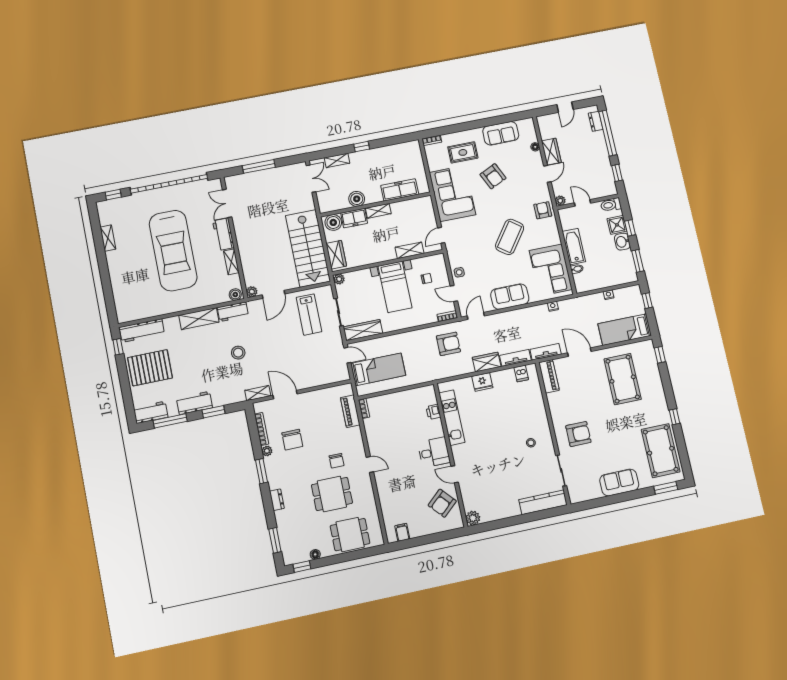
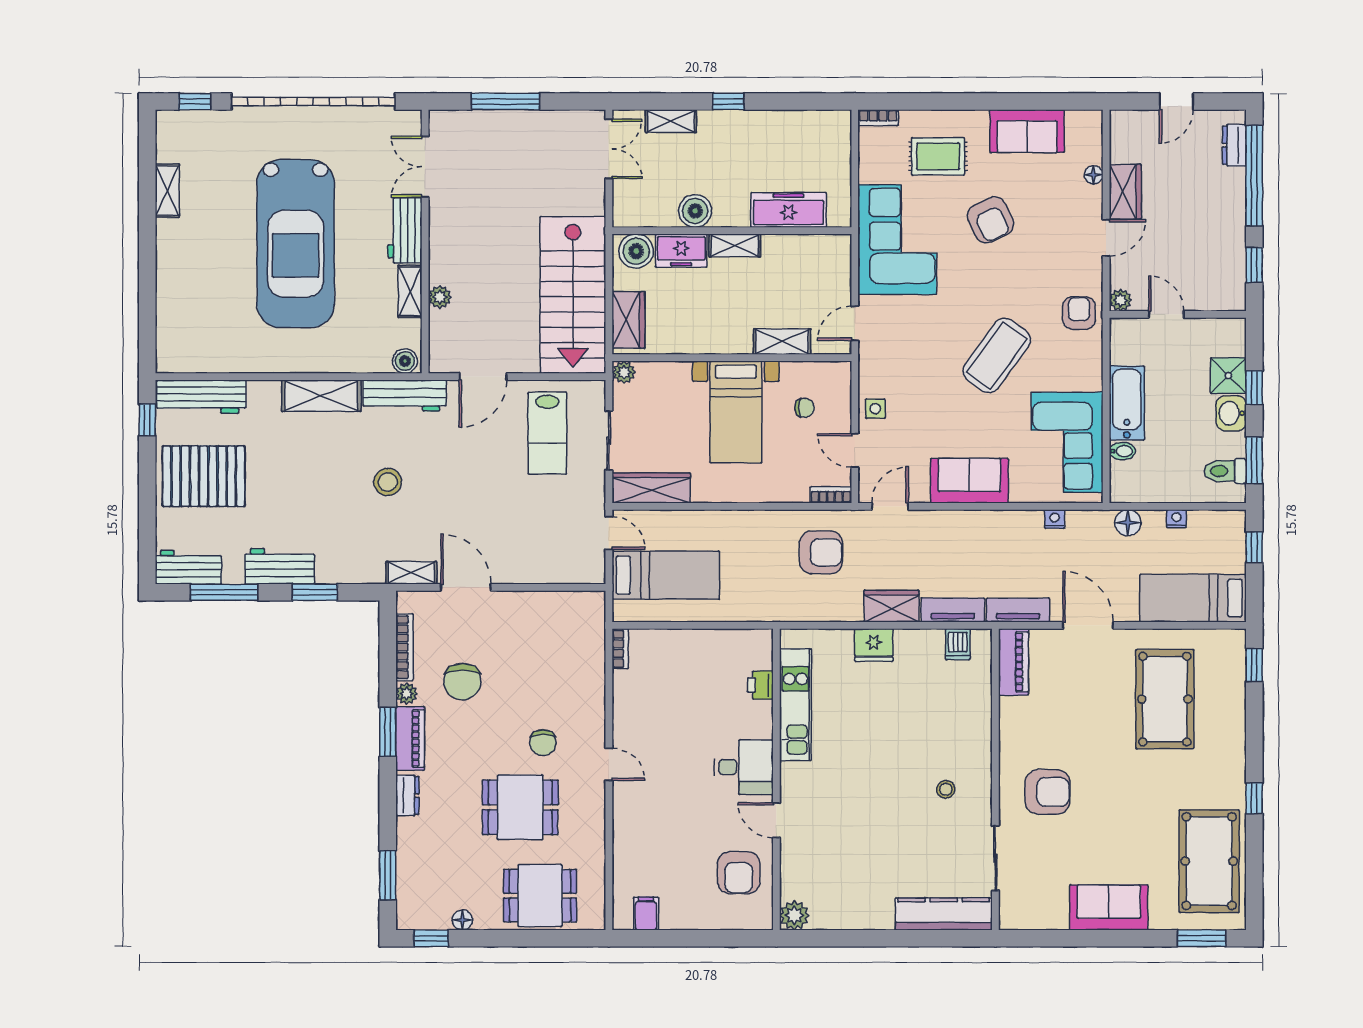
toilet: (611, 205) -> (1225, 471), moved
plant: (252, 292) -> (440, 297), moved
floor lamp: (587, 301) -> (1128, 523), added
workbench: (233, 312) -> (405, 395), width x1.37
piano: (350, 411) -> (410, 738), moved, turned 180
armchair: (442, 503) -> (739, 873), turned -48

